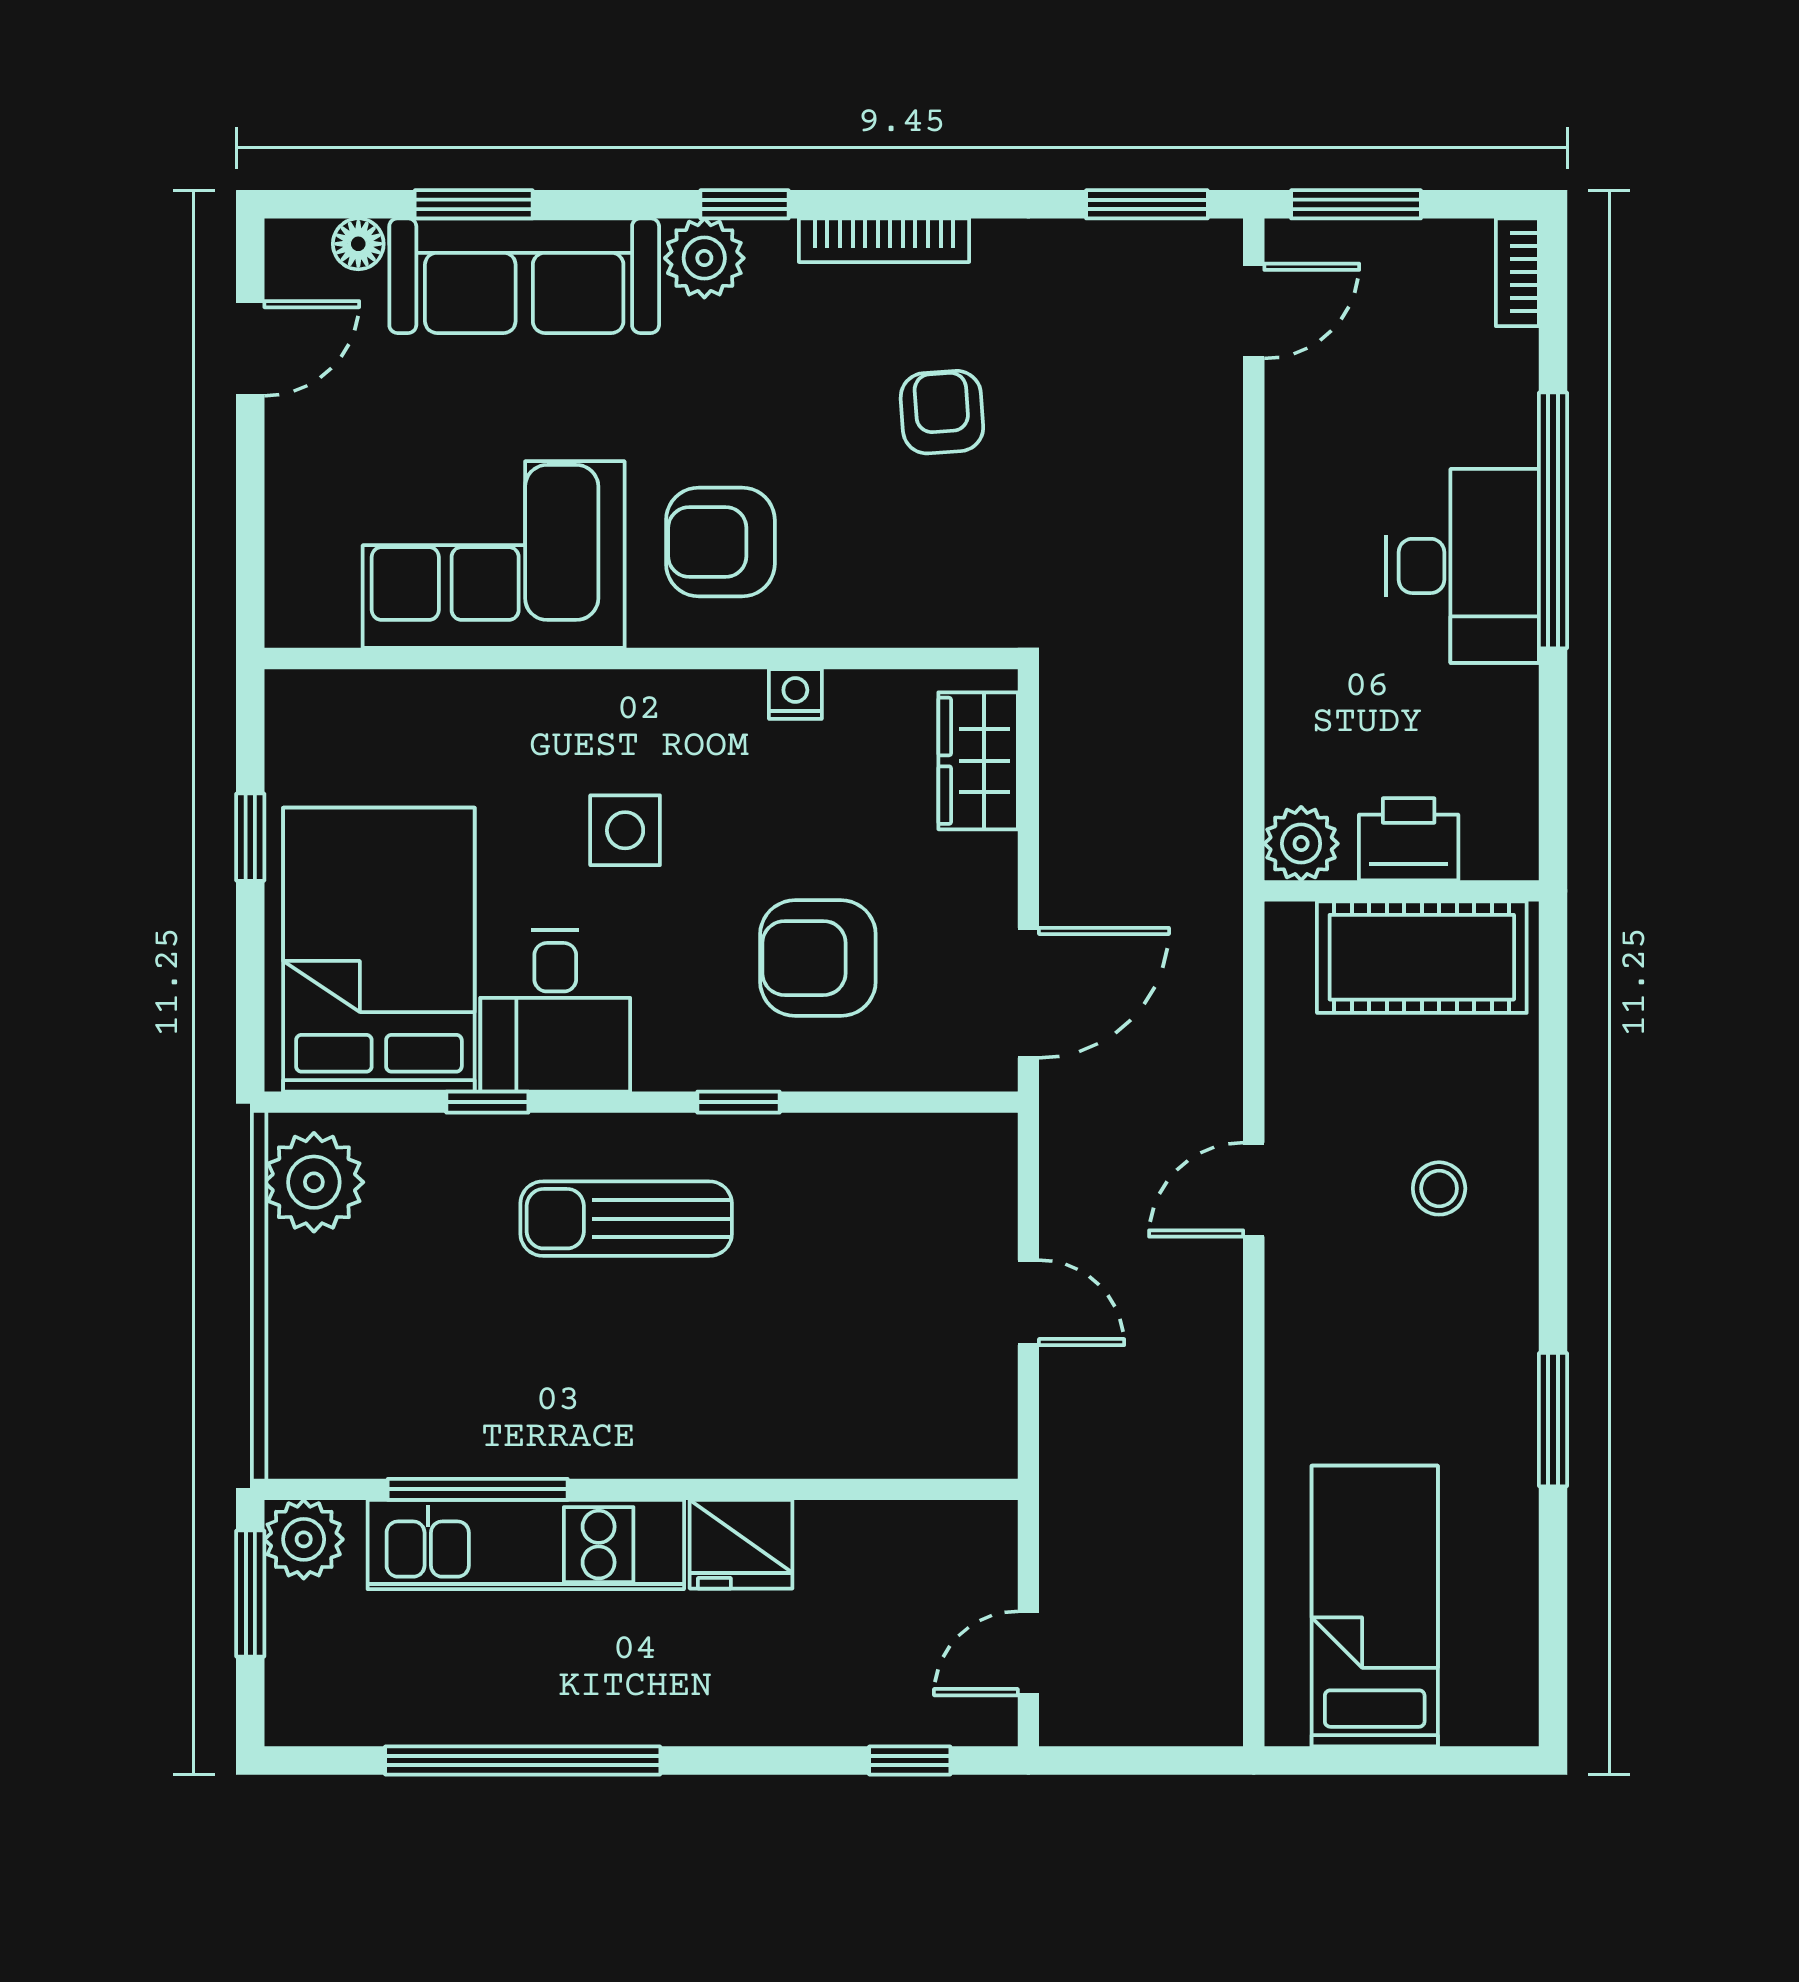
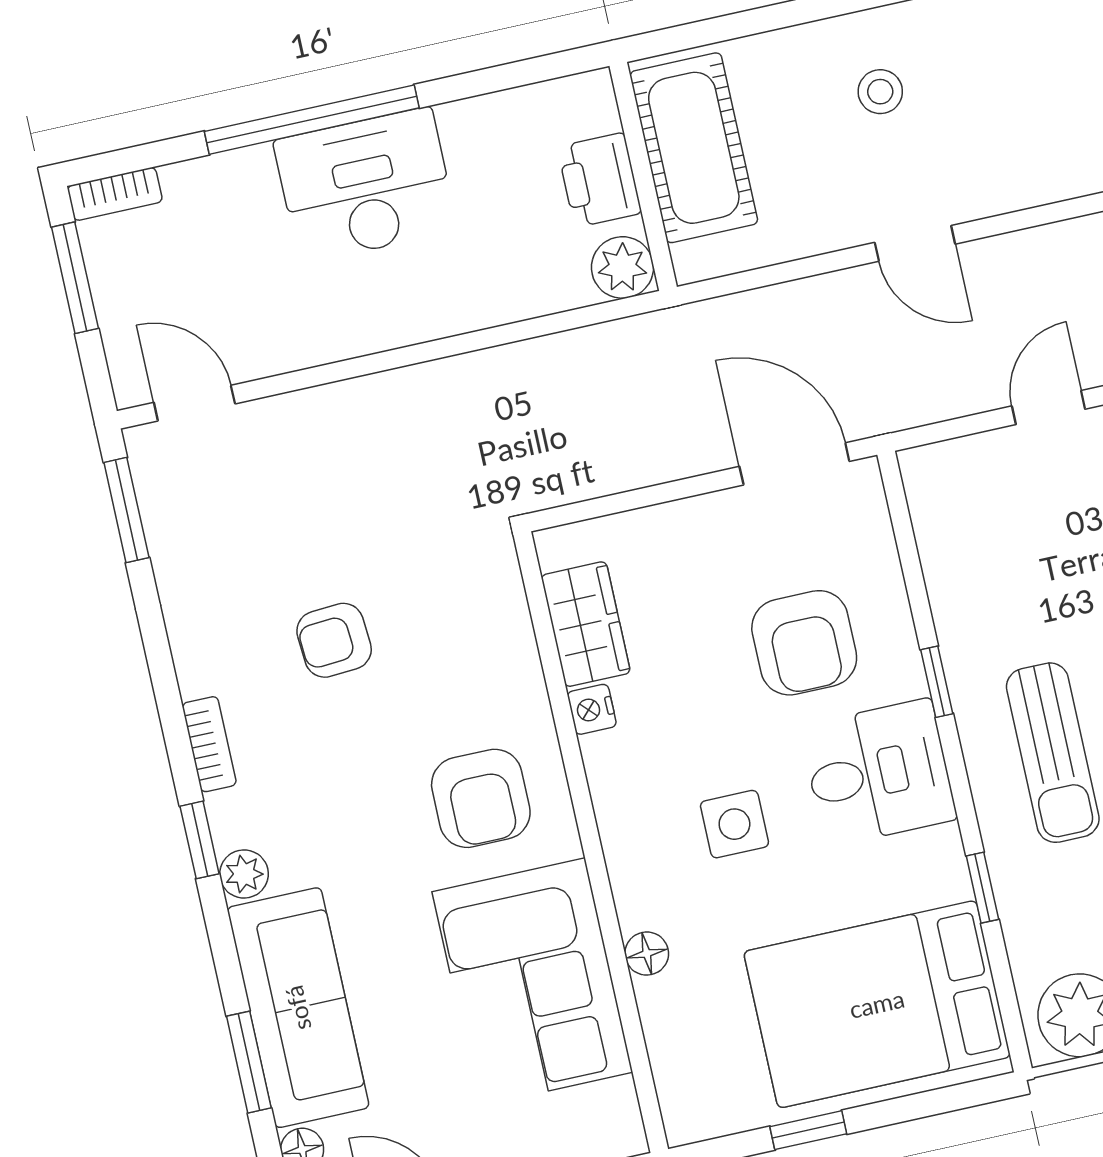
window: (1356, 204) -> (75, 278), moved
bookcase: (884, 240) -> (209, 744), width x0.64
plant: (704, 258) -> (244, 874), width x0.73, depth x0.73
floor lamp: (497, 695) -> (647, 954), added
wardrobe: (978, 761) -> (586, 624), moved, turned -90
desk: (555, 1011) -> (878, 773), moved

